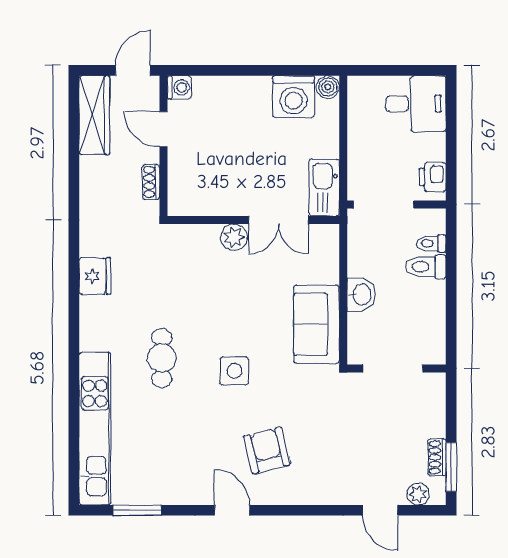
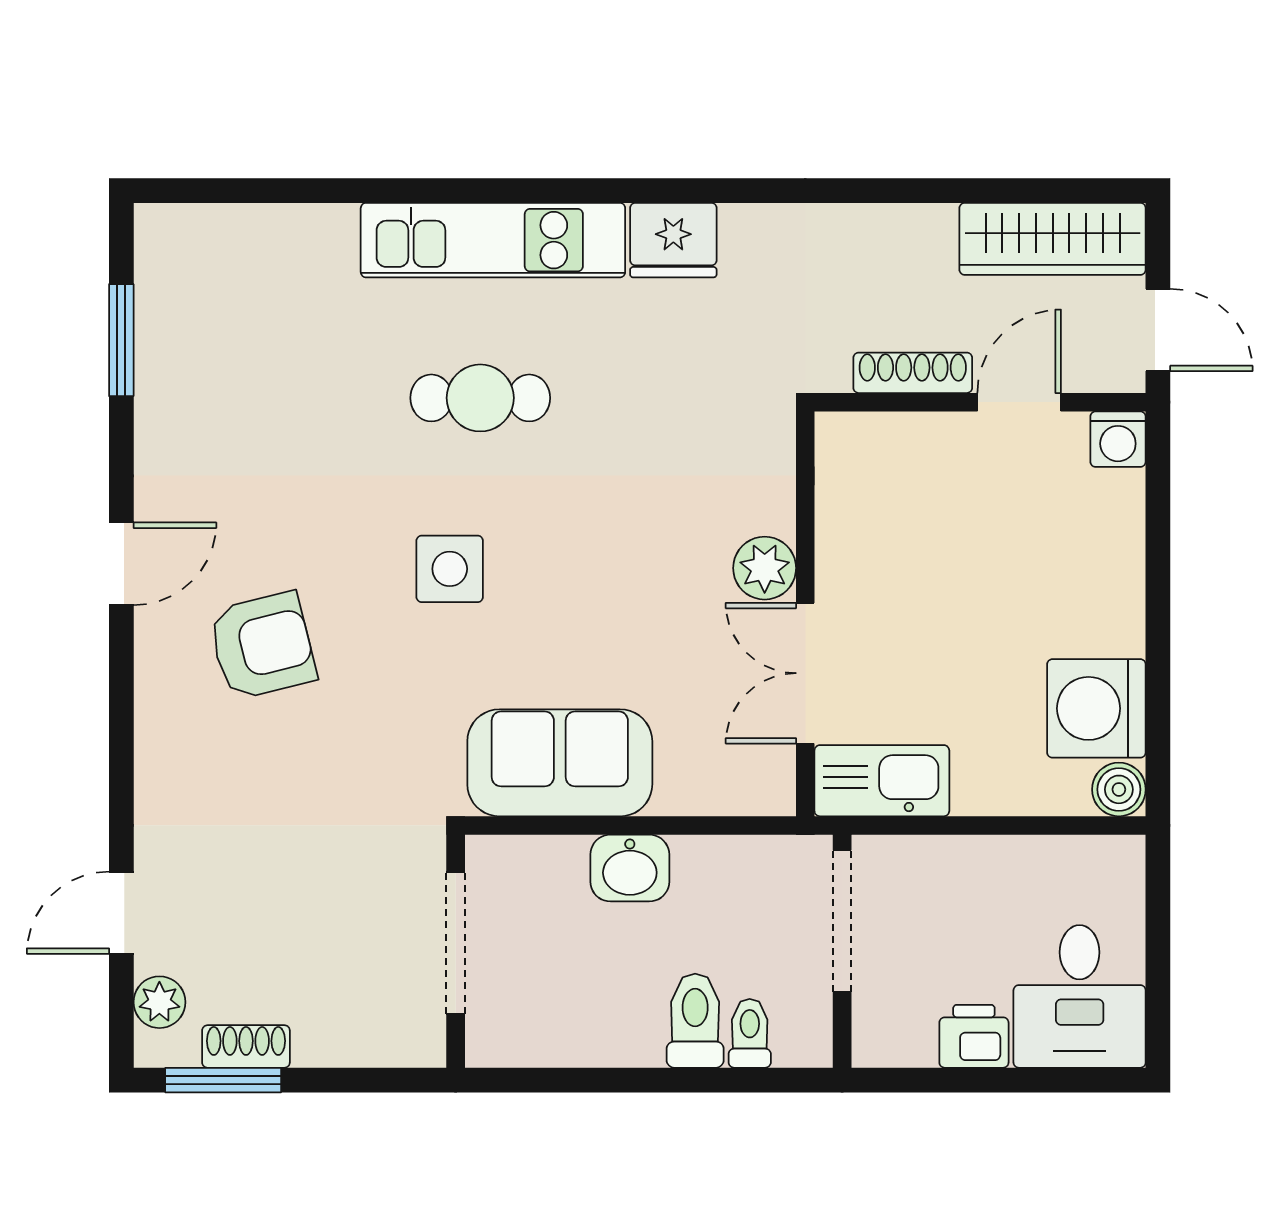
printer: (433, 177) -> (974, 1036), moved
shoe rack: (151, 182) -> (913, 373), width x1.43
kitchen unit: (95, 429) -> (493, 240), moved, width x0.73

